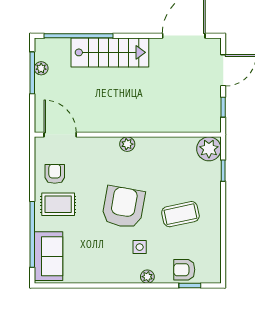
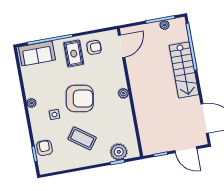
plant: (209, 149) -> (119, 152), moved
coffee table: (180, 214) -> (82, 138), turned -42
plant: (147, 277) -> (32, 103), moved

